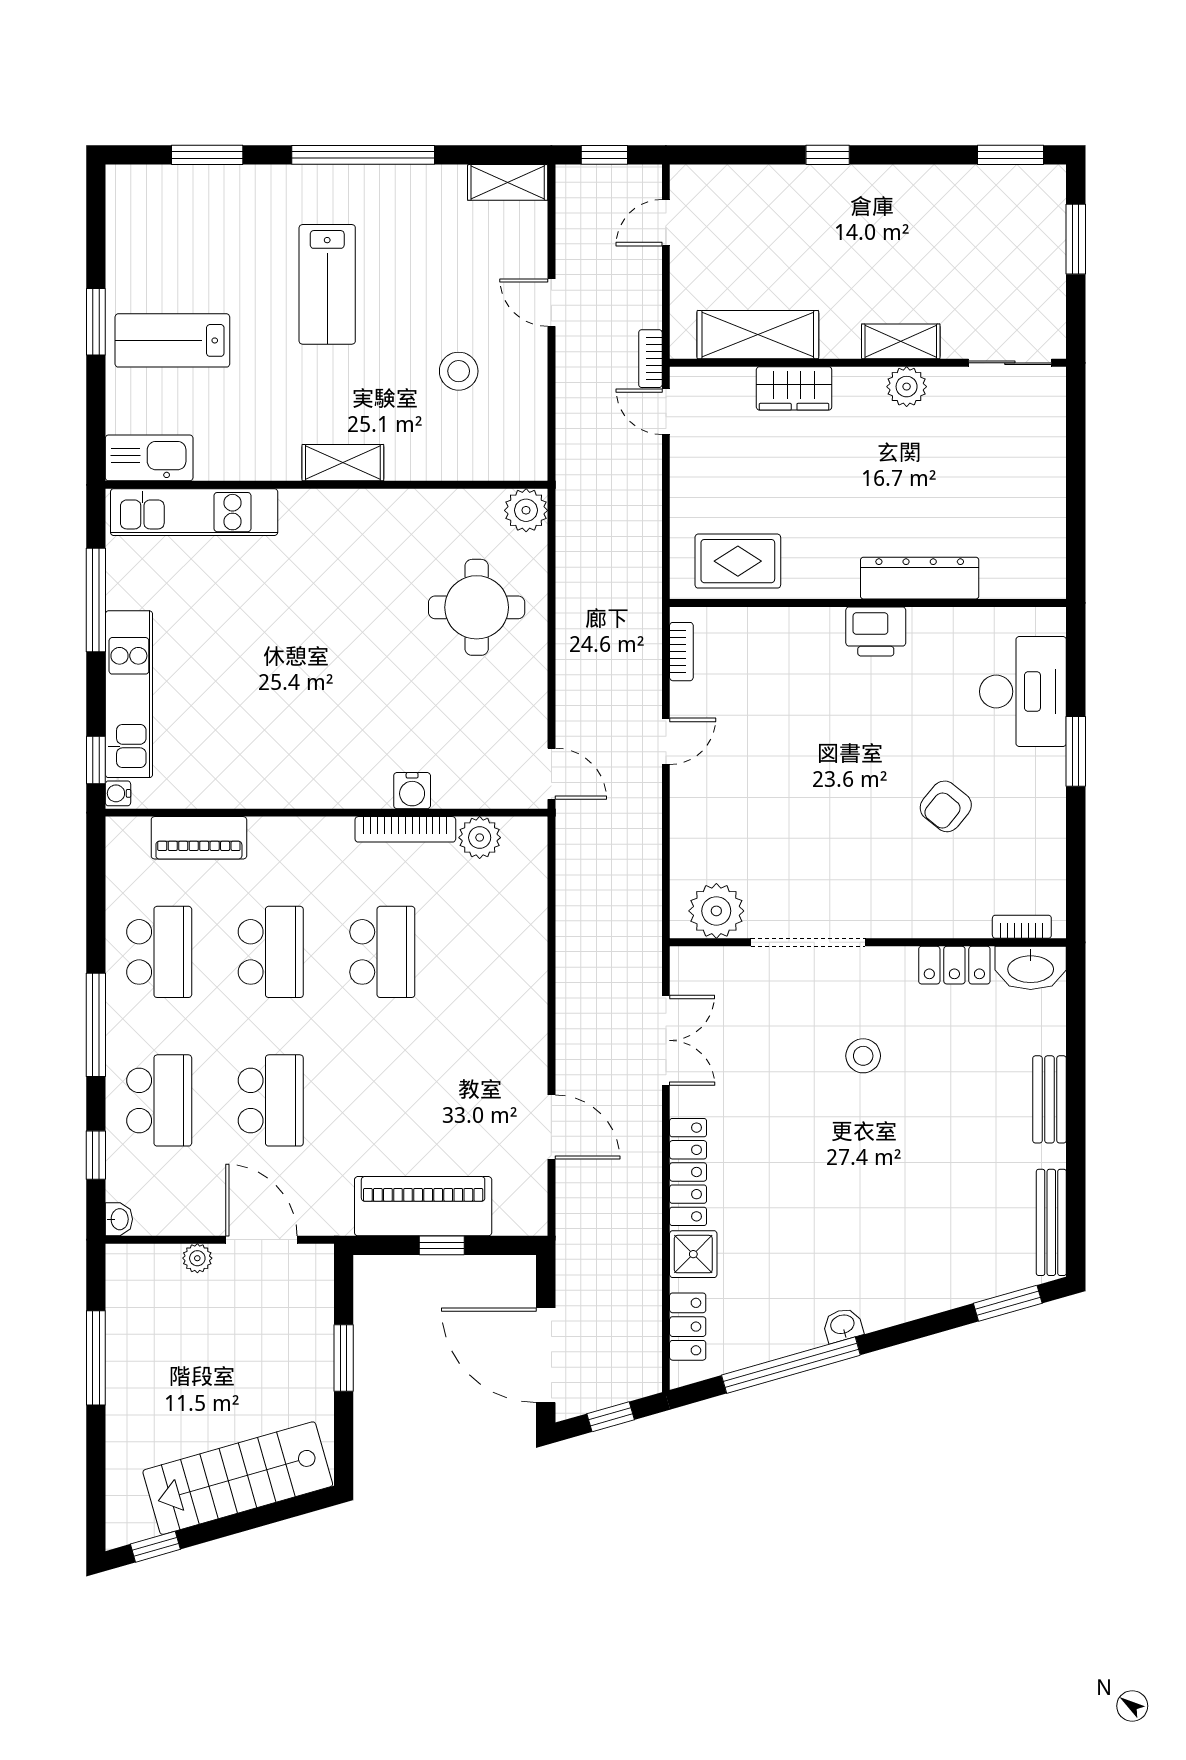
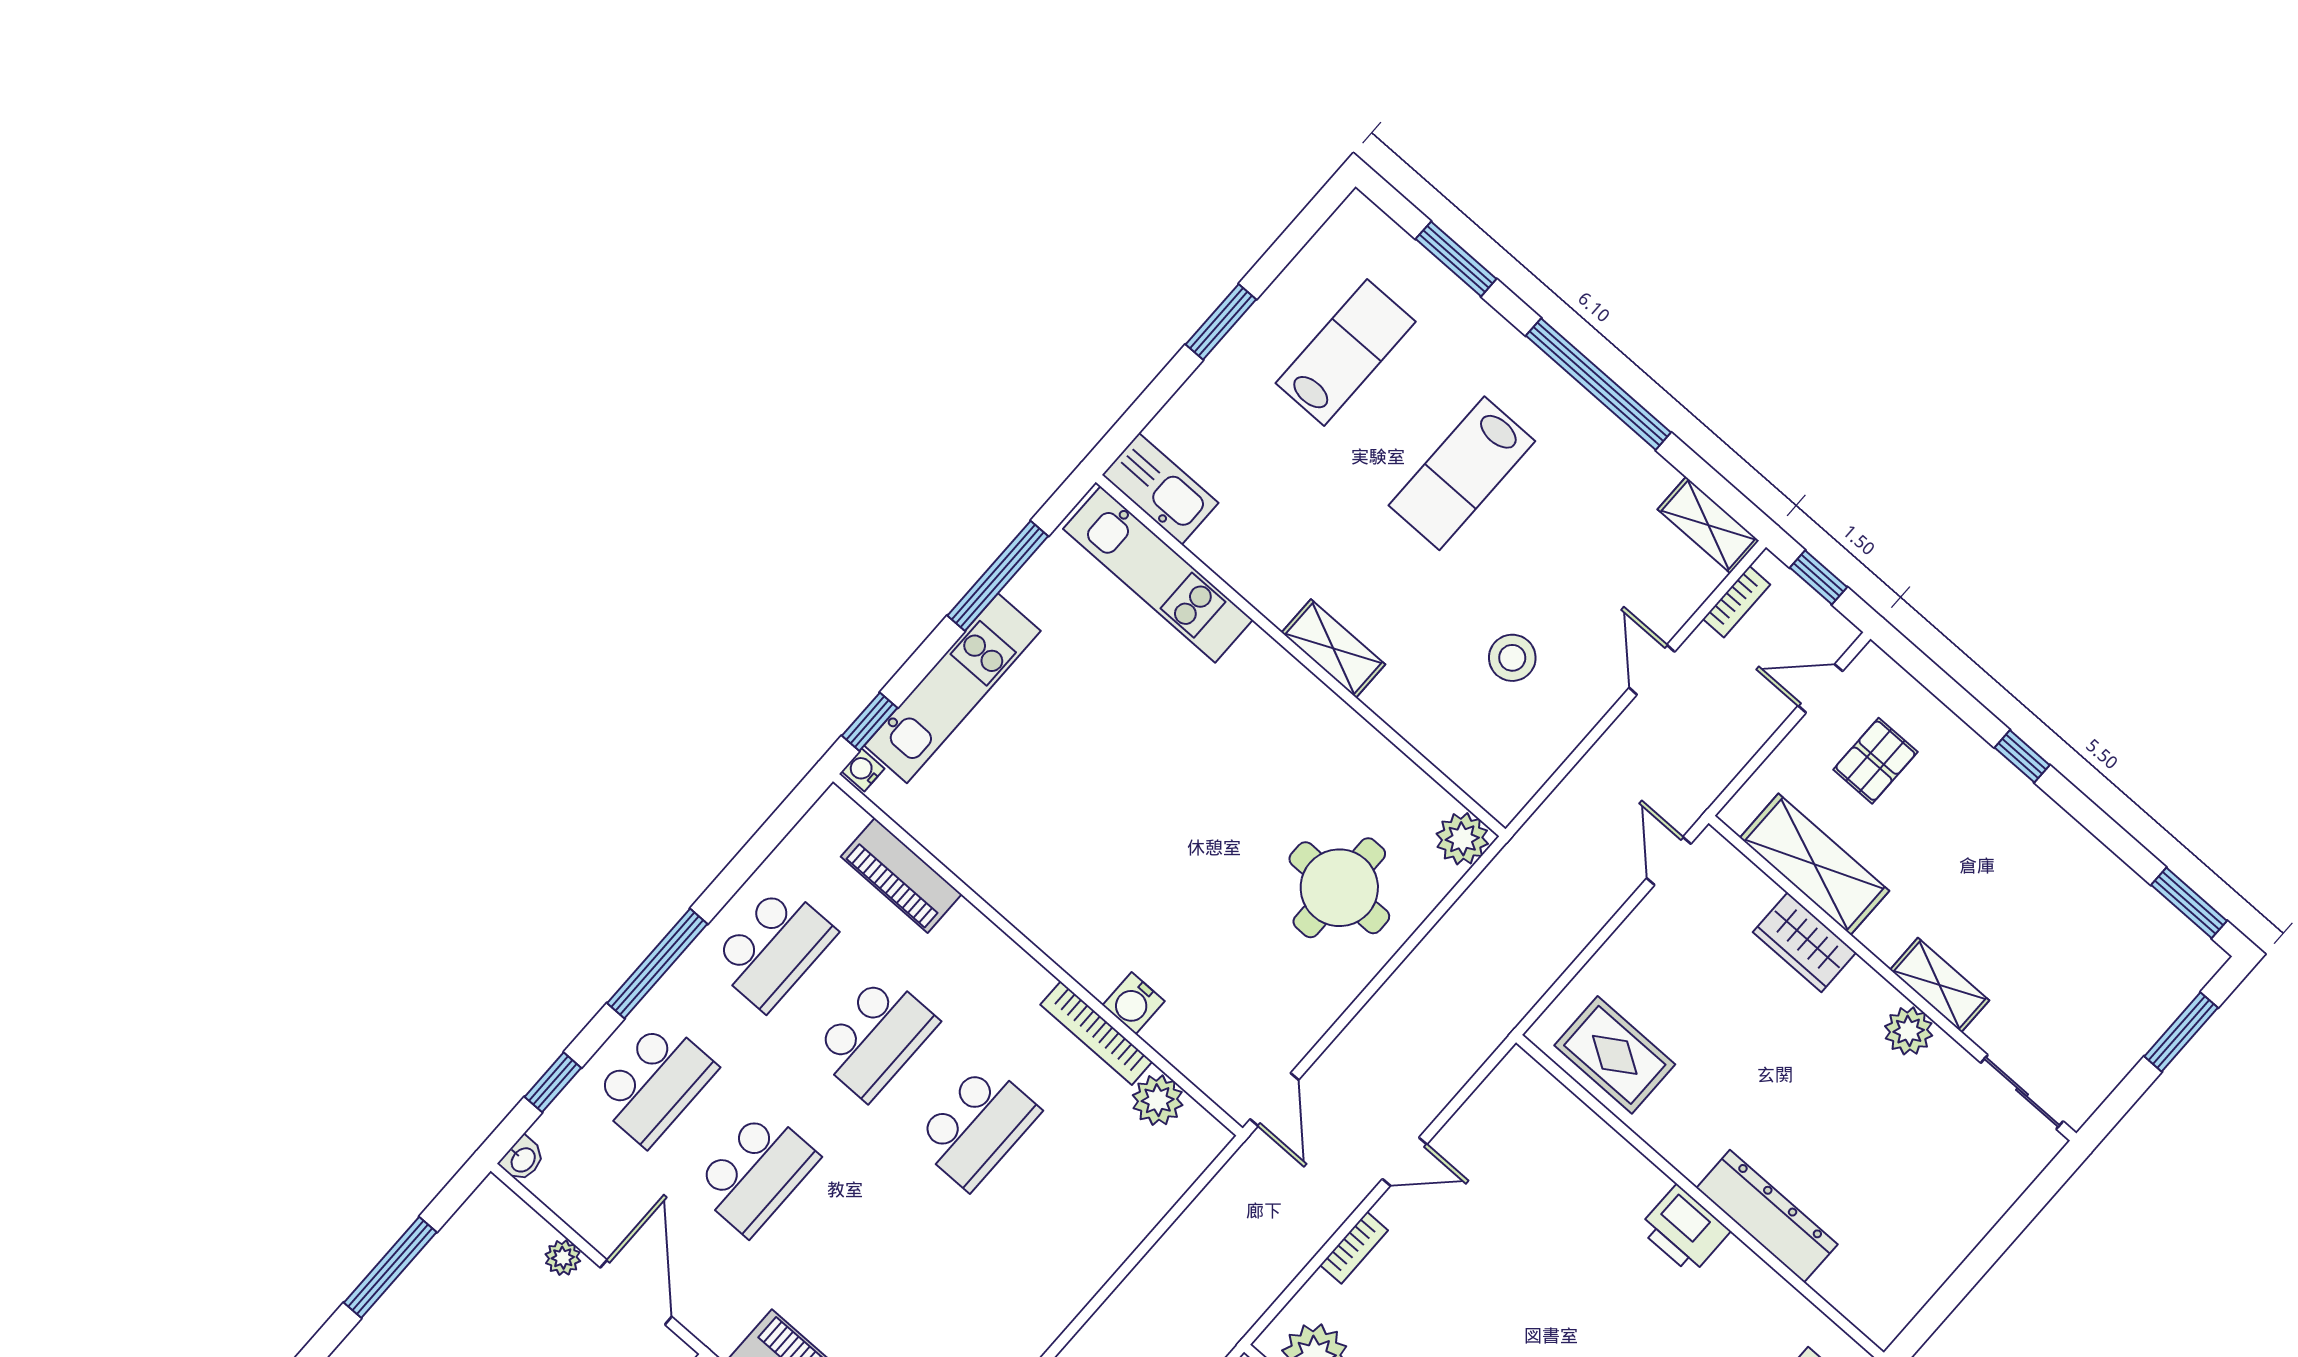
pallet: (739, 237) -> (1875, 761), added
lab bench: (172, 340) -> (1346, 352), moved, turned 90
bookcase: (650, 359) -> (1737, 602), moved, turned 180
bookcase: (681, 652) -> (1354, 1248), moved

